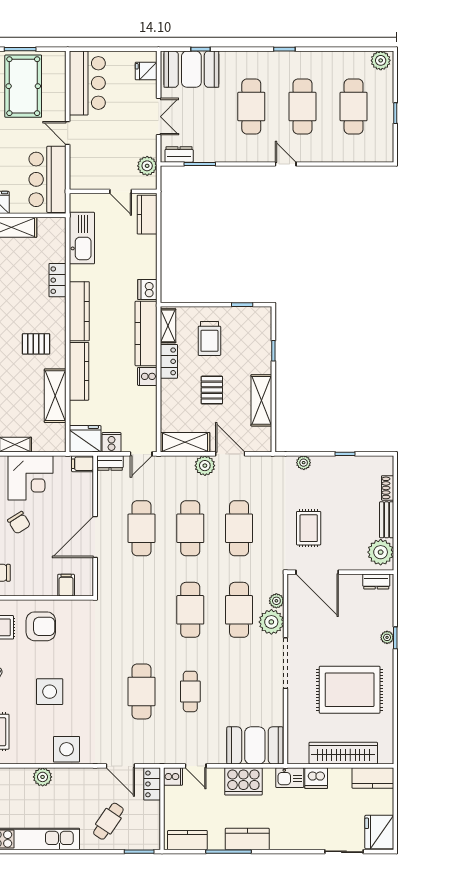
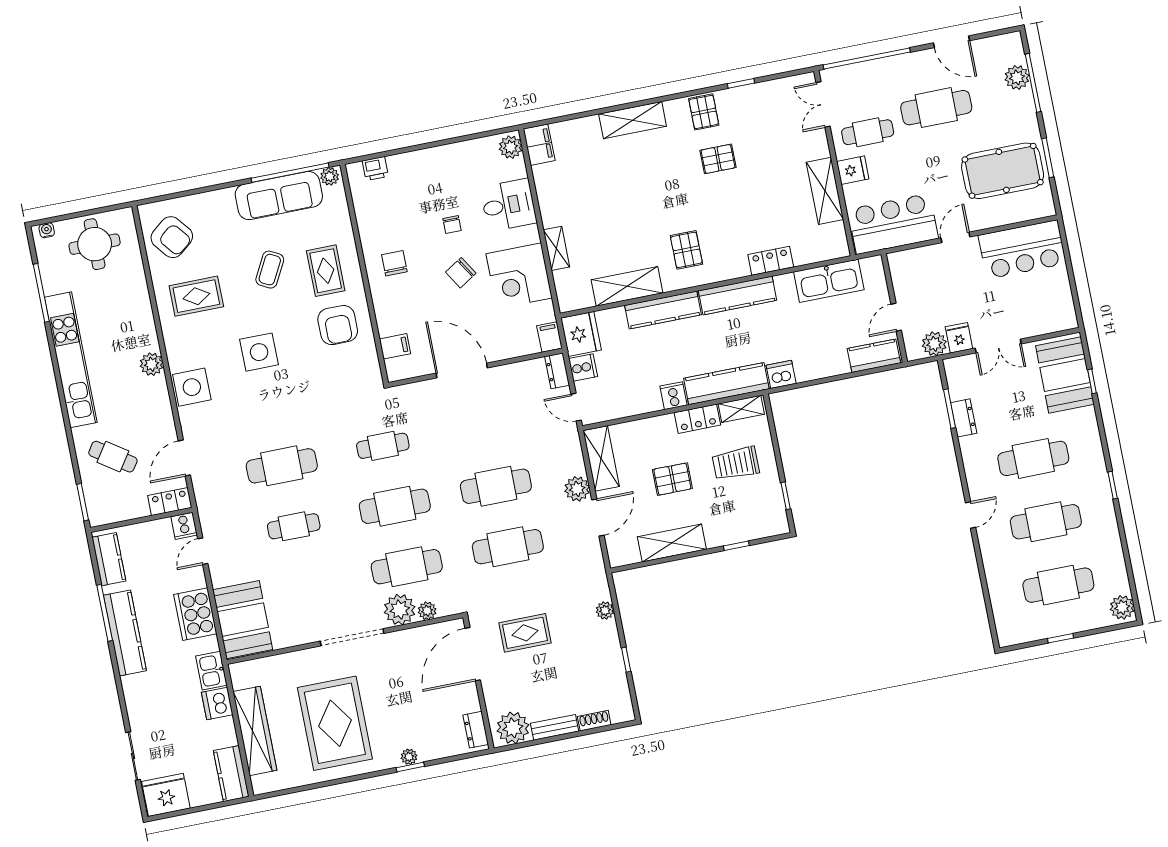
fridge: (146, 71) -> (959, 338), moved
dresser: (179, 154) -> (964, 418), moved
cafe table: (141, 528) -> (383, 446), moved, width x0.73, depth x0.74
kitchen counter: (247, 839) -> (125, 633), width x1.50

